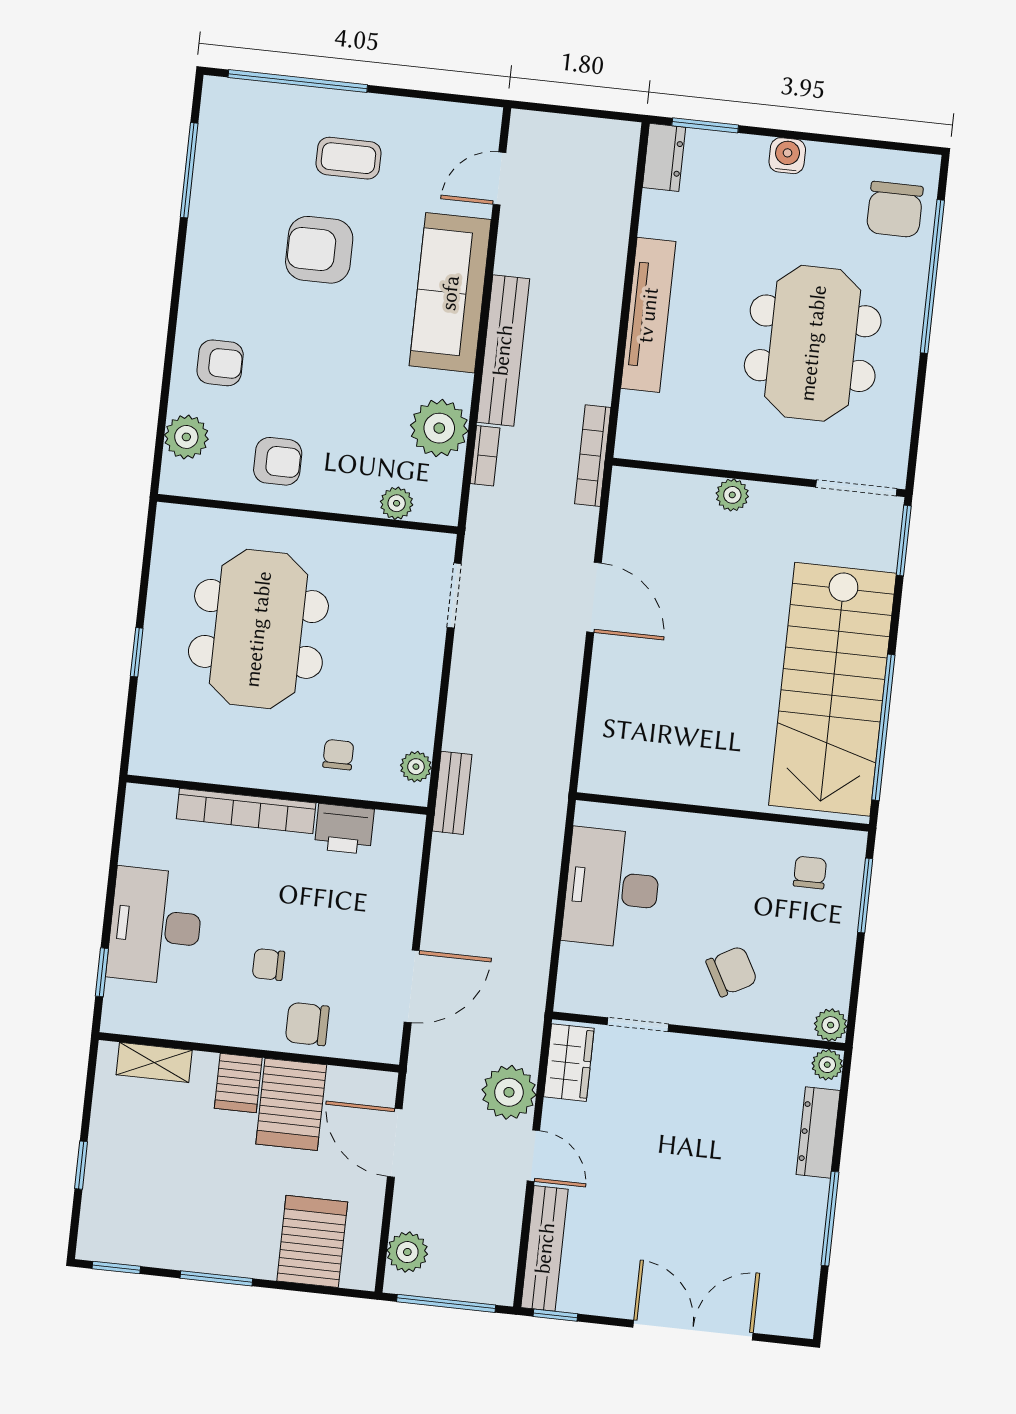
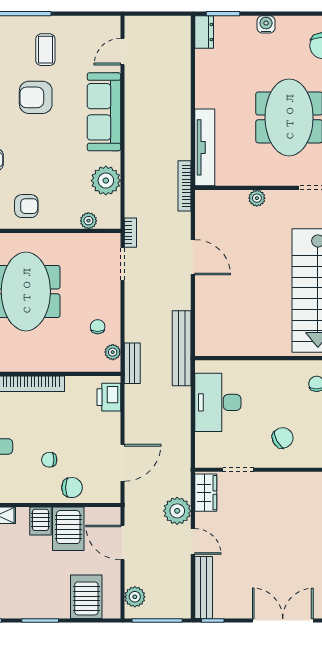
coffee table: (348, 158) -> (45, 50), turned 90
tv unit: (648, 315) -> (205, 147), moved
bench: (503, 350) -> (182, 348), moved
bookcase: (485, 456) -> (130, 233), moved
chair: (338, 755) -> (98, 327), moved
printer: (344, 829) -> (109, 397), moved, turned 90
chair: (307, 1024) -> (72, 488), turned 180

